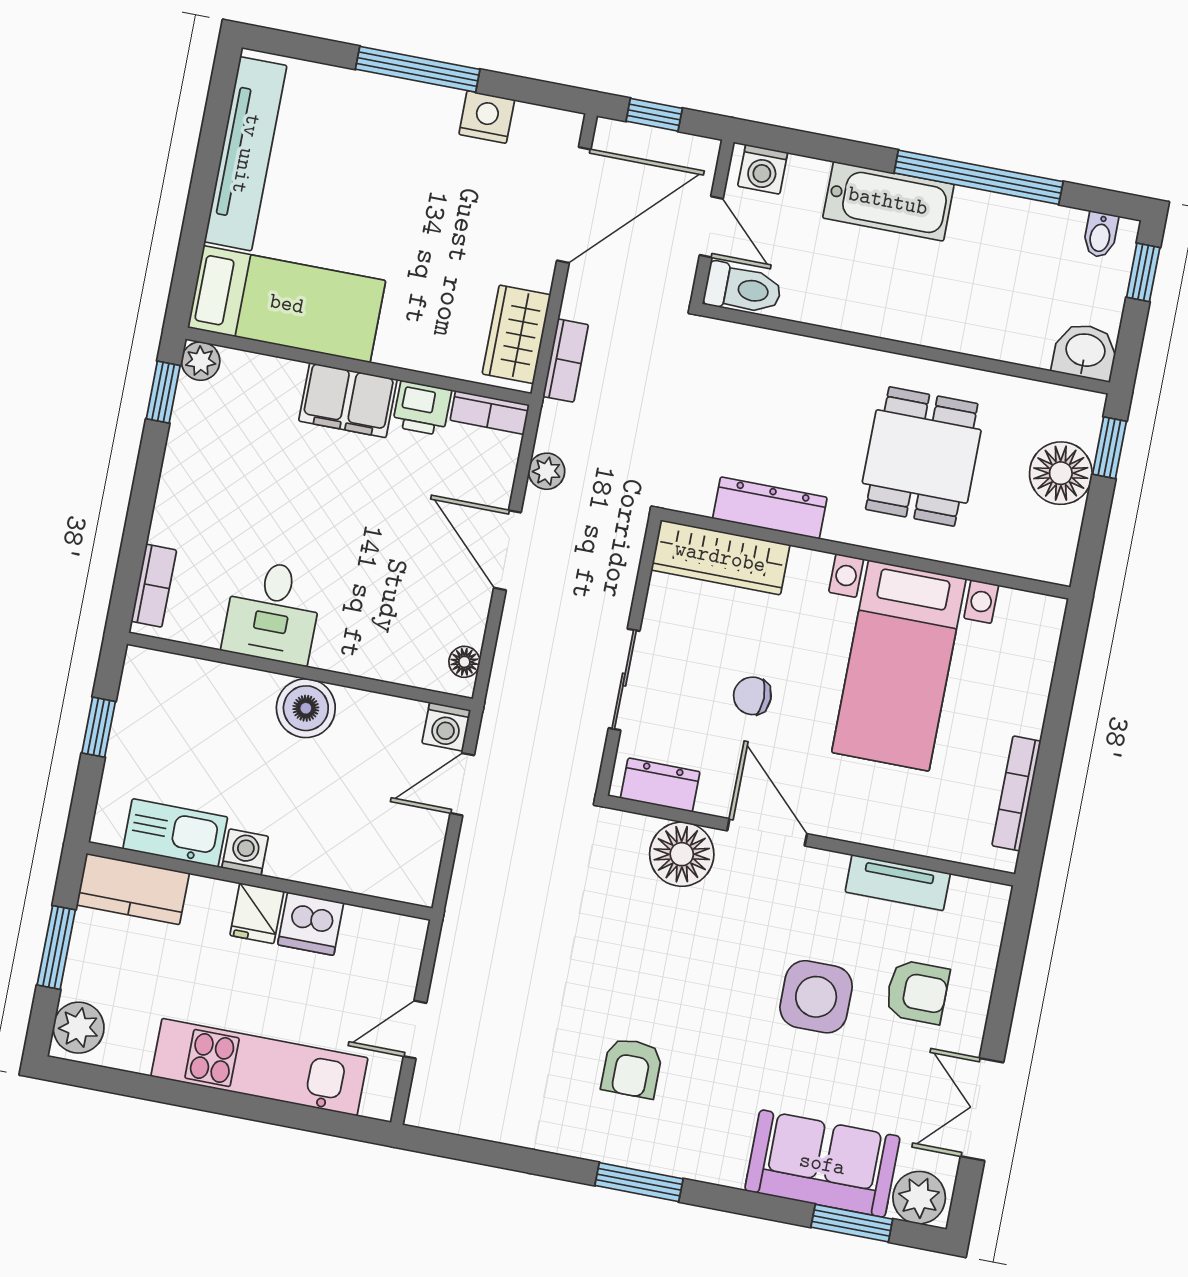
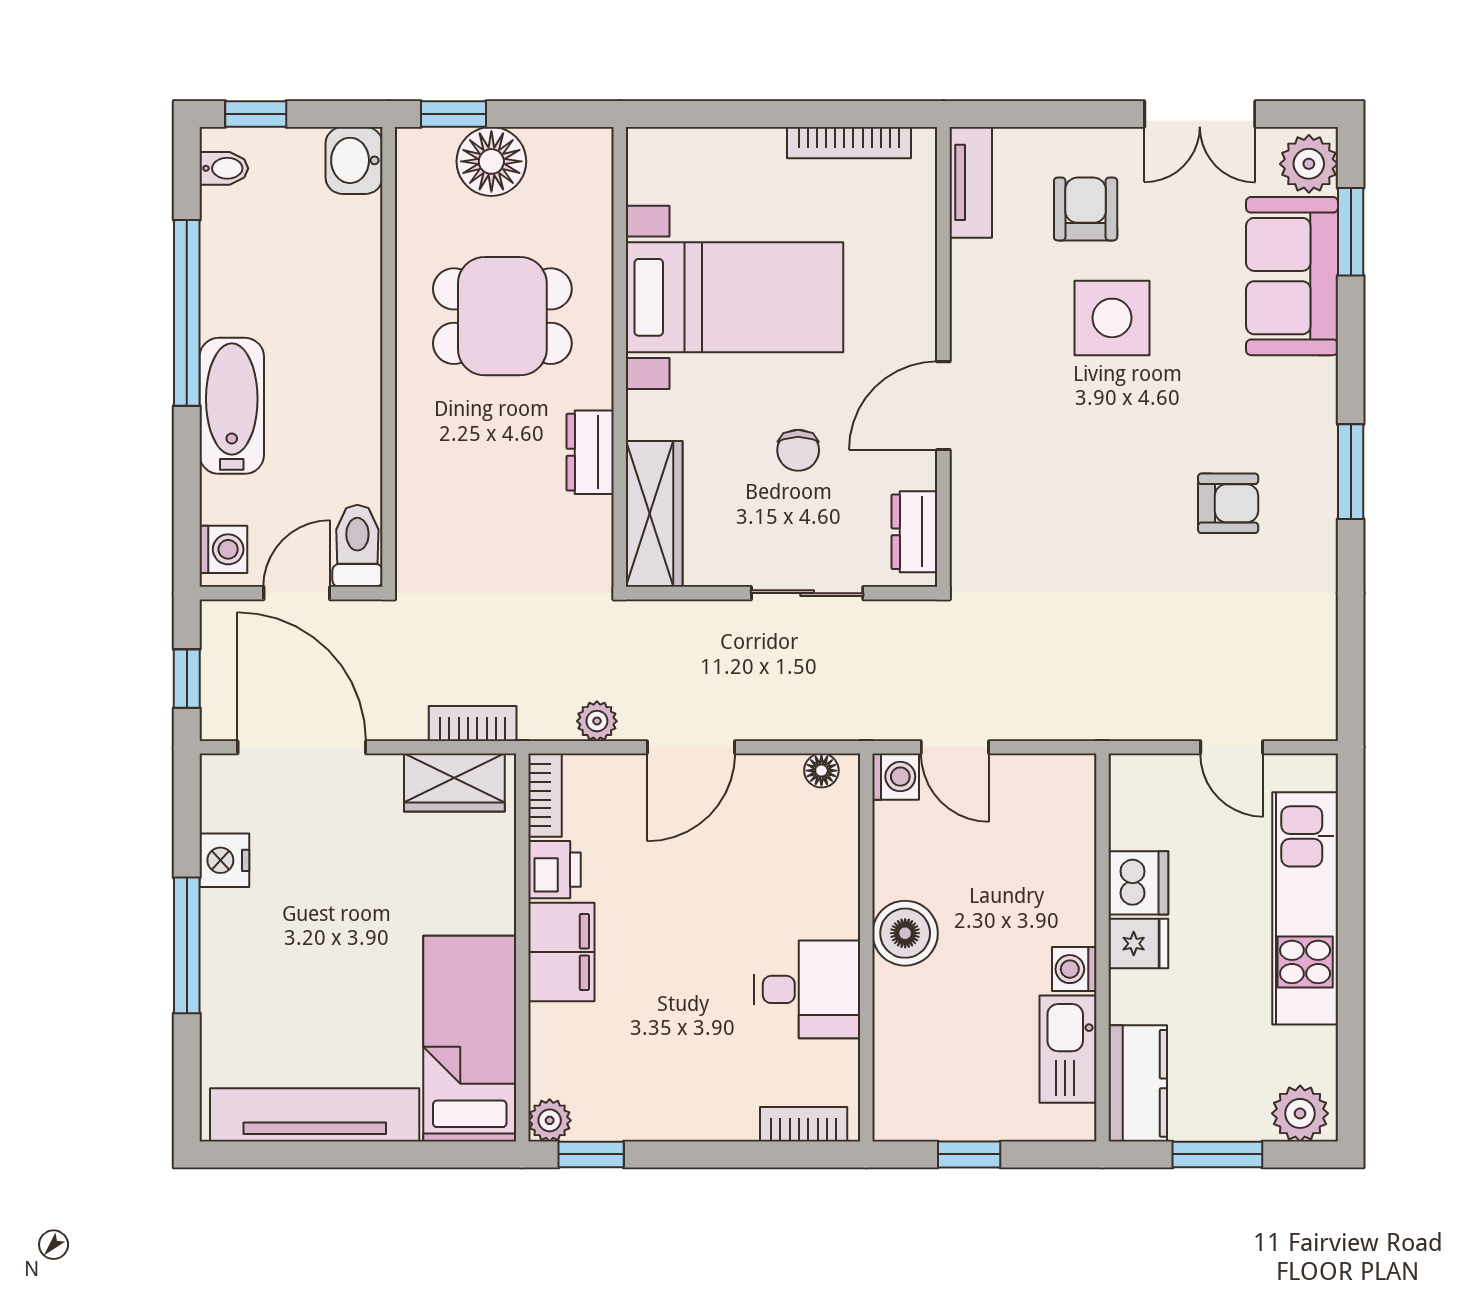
dresser: (770, 508) -> (590, 452), width x0.70
floor lamp: (682, 854) -> (985, 494), removed
tv unit: (898, 883) -> (971, 182), moved

